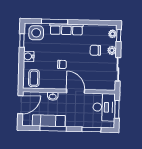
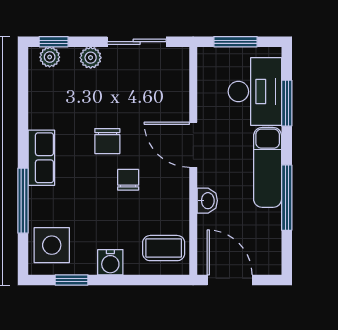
row of seats: (66, 29) -> (41, 158), width x0.68
chair: (95, 50) -> (107, 141), moved
door: (76, 91) -> (193, 145), hinge flipped
desk: (104, 107) -> (255, 91), moved, turned 90
exam couch: (49, 121) -> (268, 167), moved

